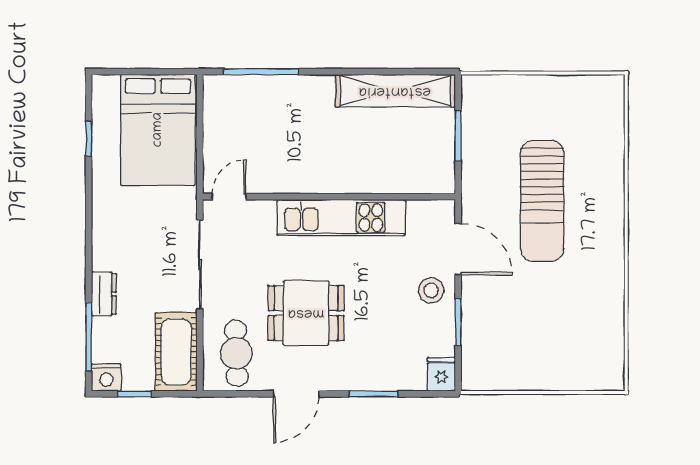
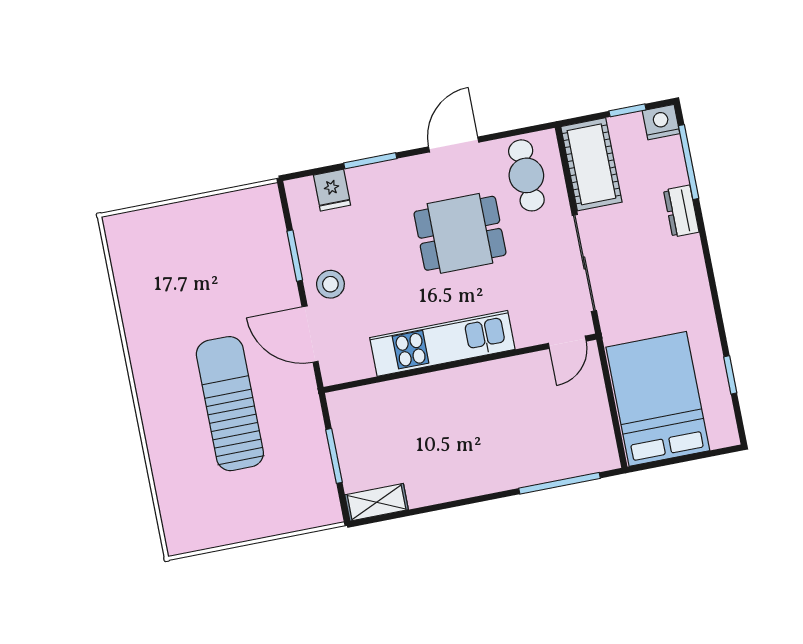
shelving: (395, 91) -> (377, 502), width x0.45, depth x0.75
fridge: (441, 374) -> (332, 190), moved

